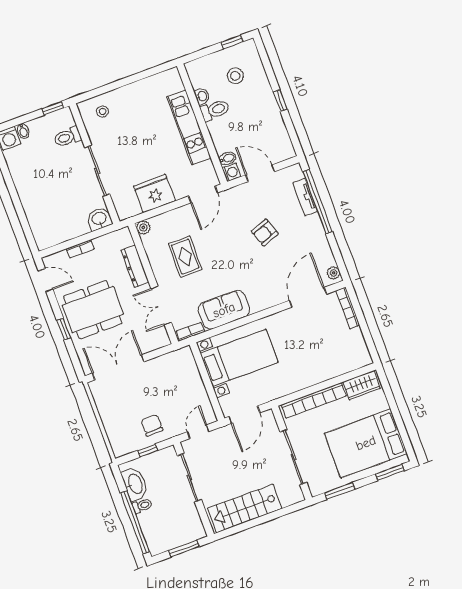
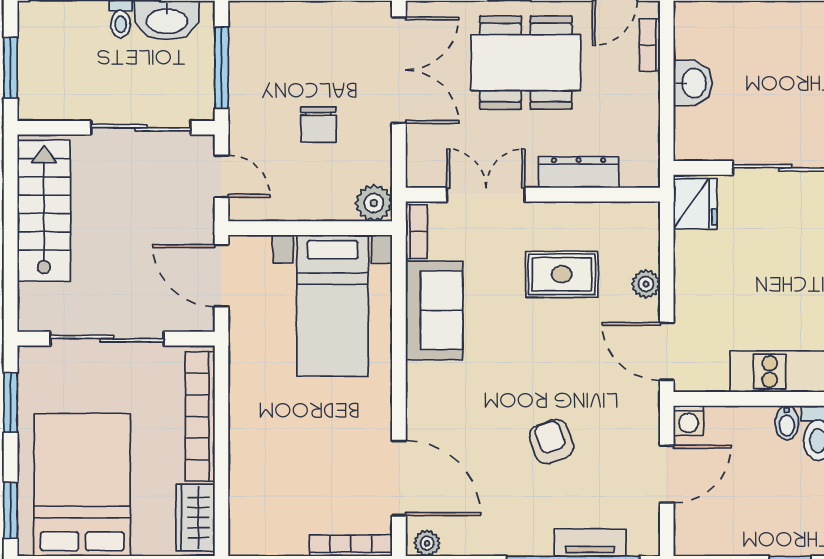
bidet: (227, 158) -> (787, 423), moved
fridge: (154, 193) -> (695, 204), moved, width x0.73, depth x0.75
washbasin: (99, 219) -> (693, 83), moved
plant: (143, 227) -> (646, 284), moved
bookcase: (80, 249) -> (650, 45), moved
dining table: (93, 310) -> (526, 63), turned 90
plant: (184, 356) -> (374, 203), added
chair: (152, 425) -> (318, 125), moved, turned 90
window: (148, 450) -> (221, 68), width x2.17

